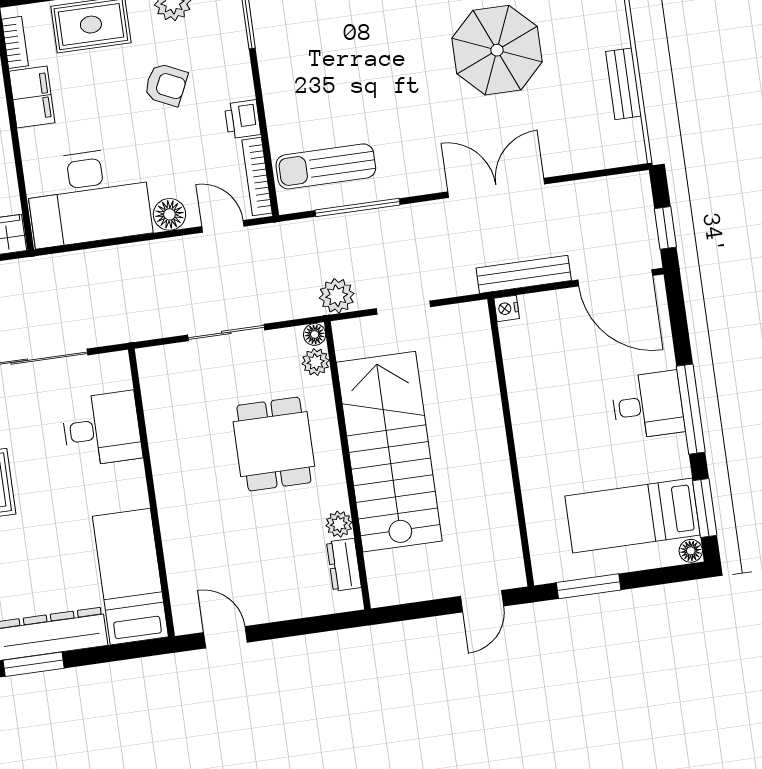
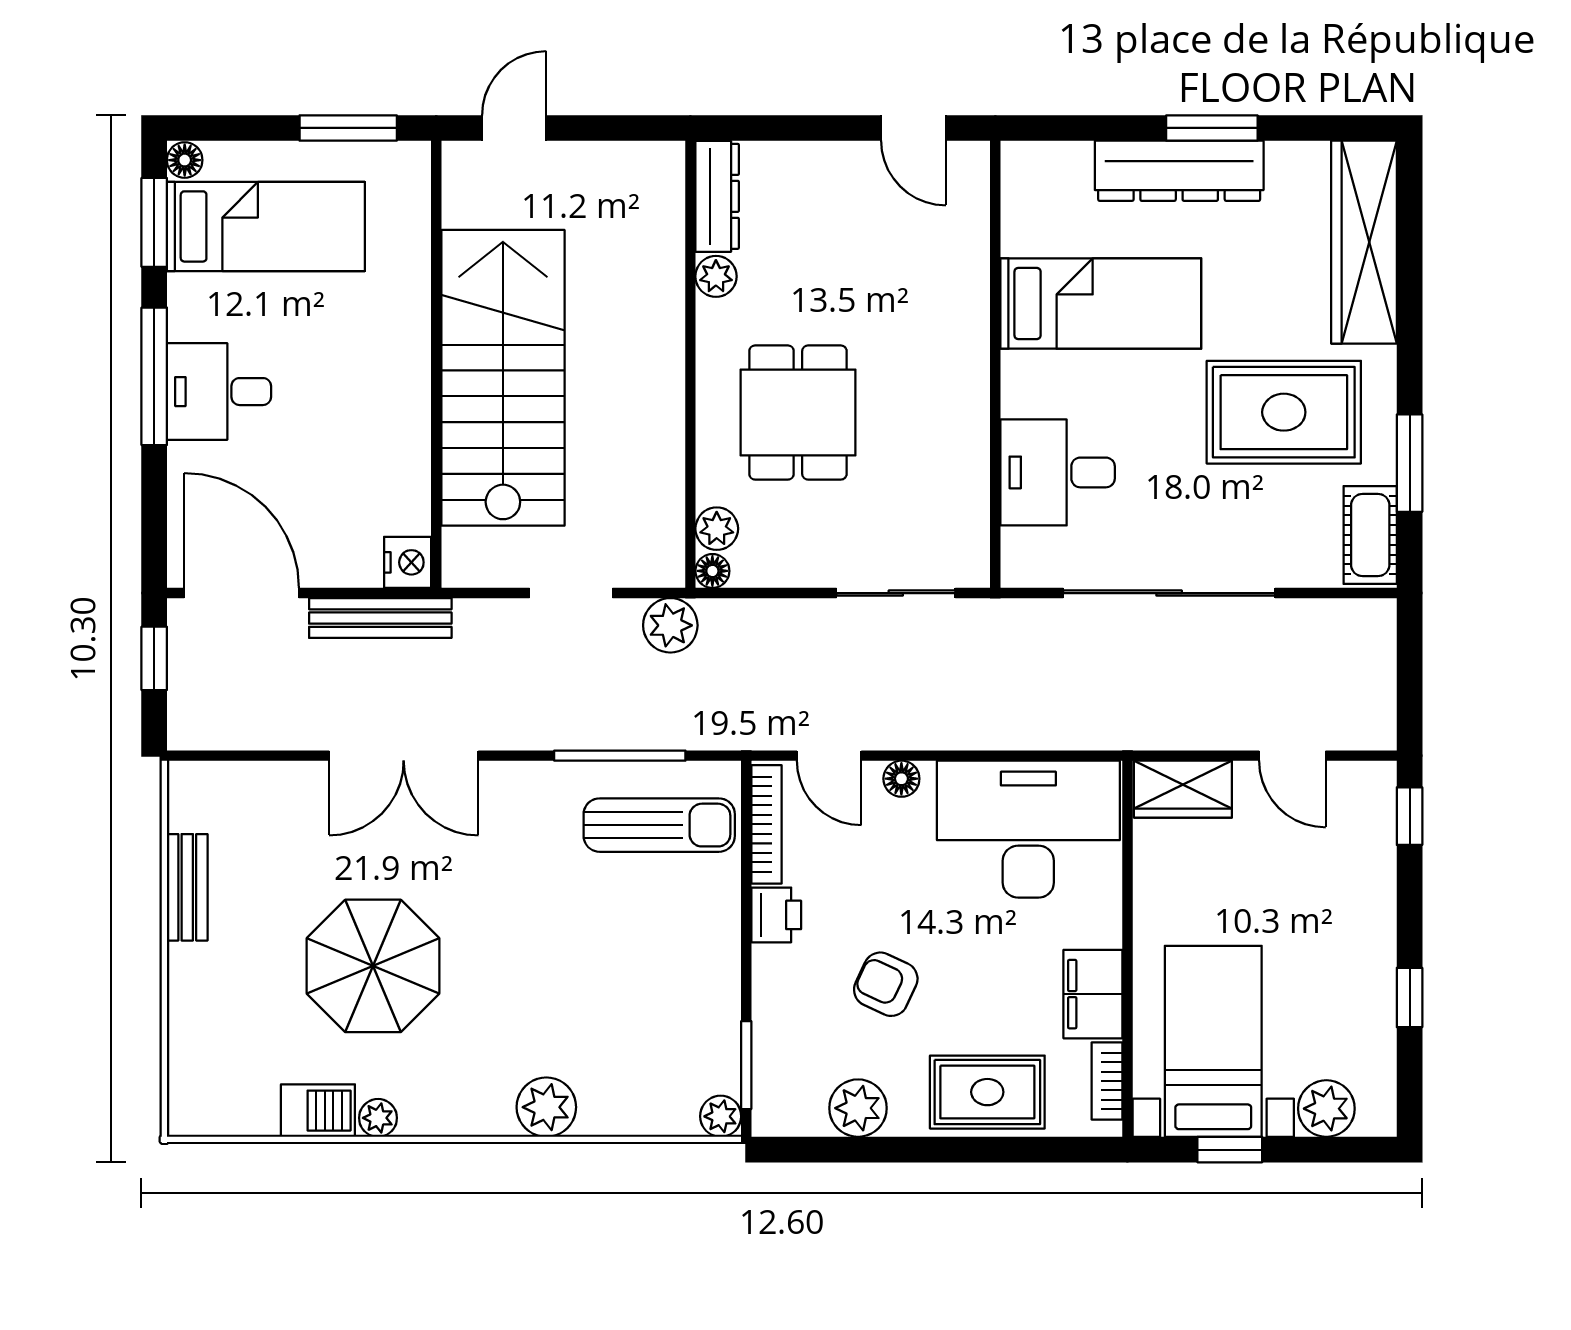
floor lamp: (169, 214) -> (901, 779), width x0.73, depth x0.73
nightstand: (507, 308) -> (408, 562), width x1.39, depth x1.35
sliding door: (226, 332) -> (896, 593), moved
stairs: (389, 452) -> (503, 378), moved, turned 180
dresser: (344, 565) -> (717, 196), width x1.44
bed: (130, 577) -> (1101, 304), moved, turned -90

